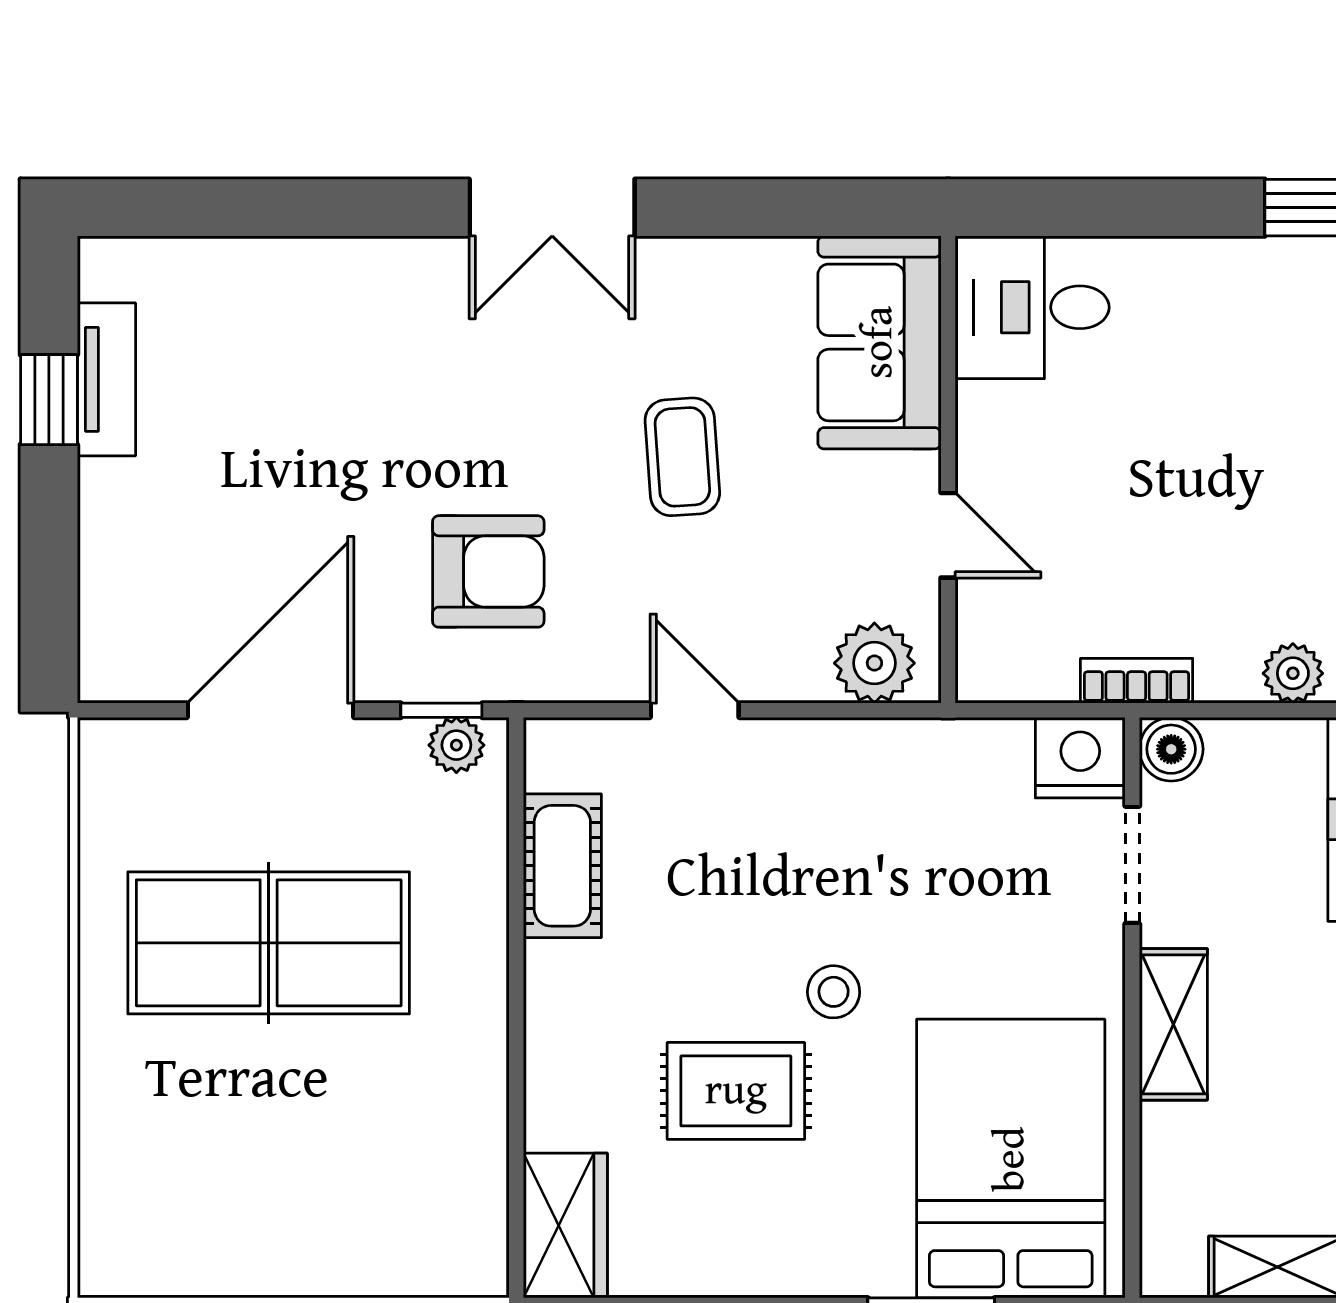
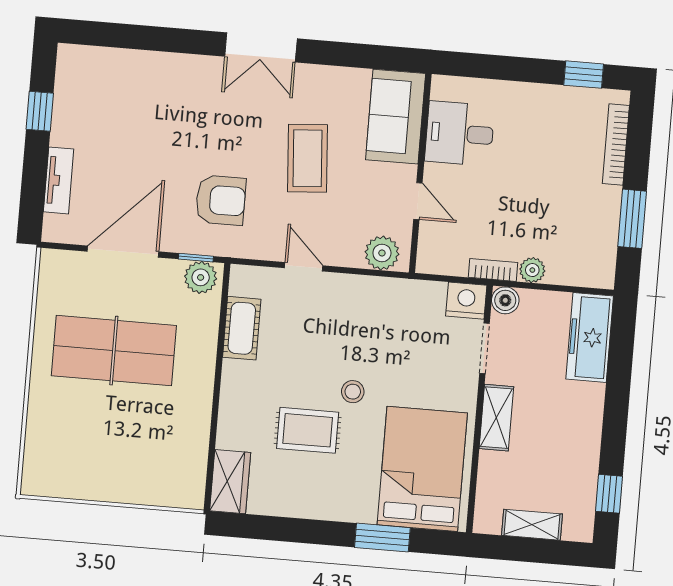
desk: (1032, 307) -> (460, 133), moved
tv unit: (106, 379) -> (59, 180), moved
coffee table: (682, 457) -> (307, 158), width x1.36, depth x1.30
plant: (1293, 673) -> (532, 270), moved
plant: (456, 745) -> (201, 277), width x1.38, depth x1.38

